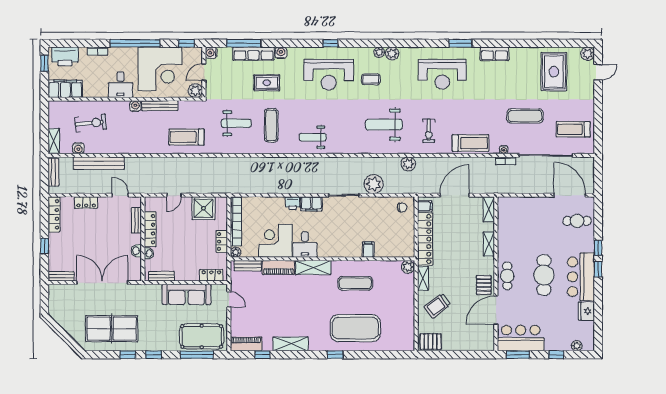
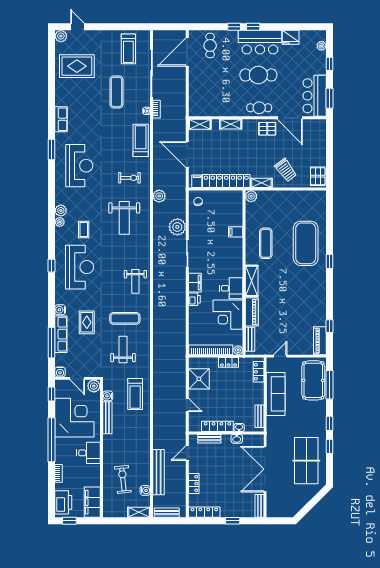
water cooler: (135, 106) -> (108, 396), moved
shelving: (291, 344) -> (320, 301), removed

